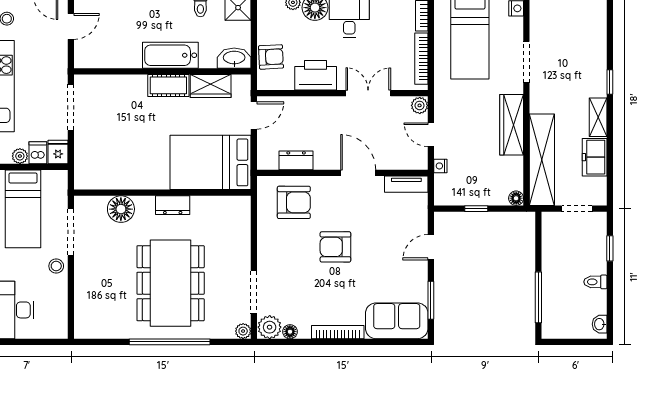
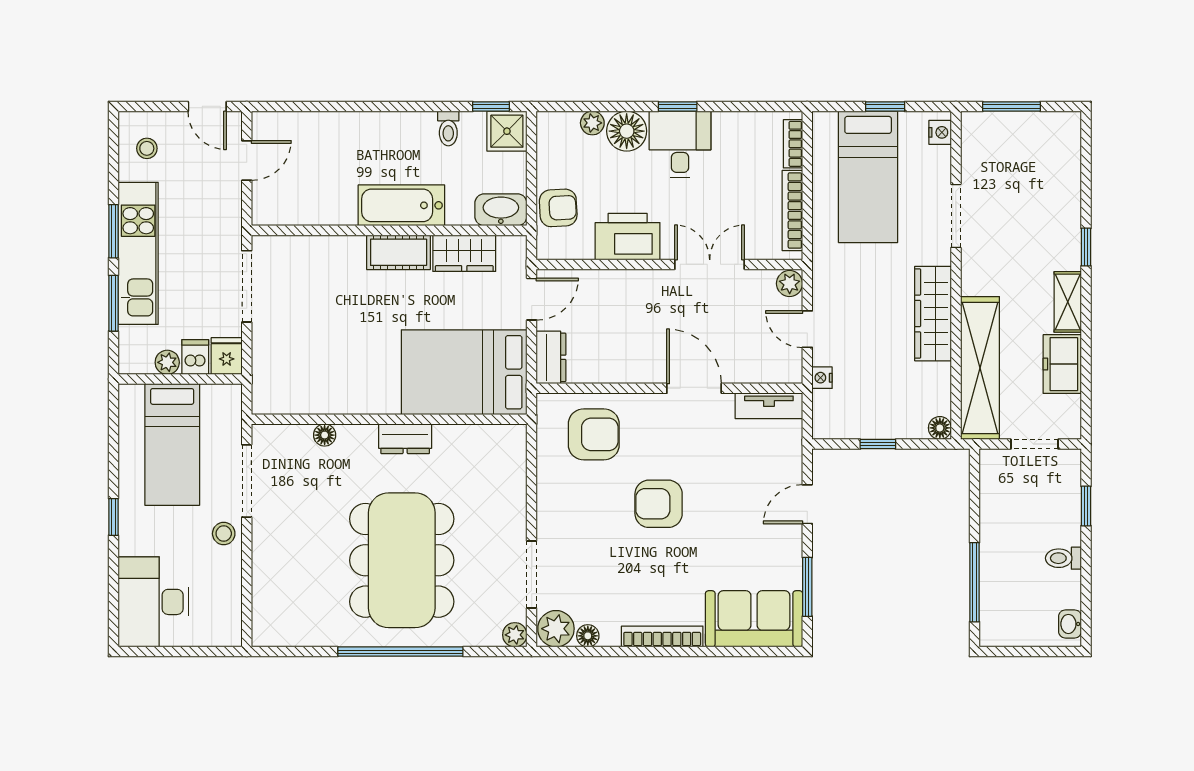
dresser: (296, 160) -> (551, 357), moved, turned 90
floor lamp: (121, 209) -> (325, 435), width x0.53, depth x0.53

